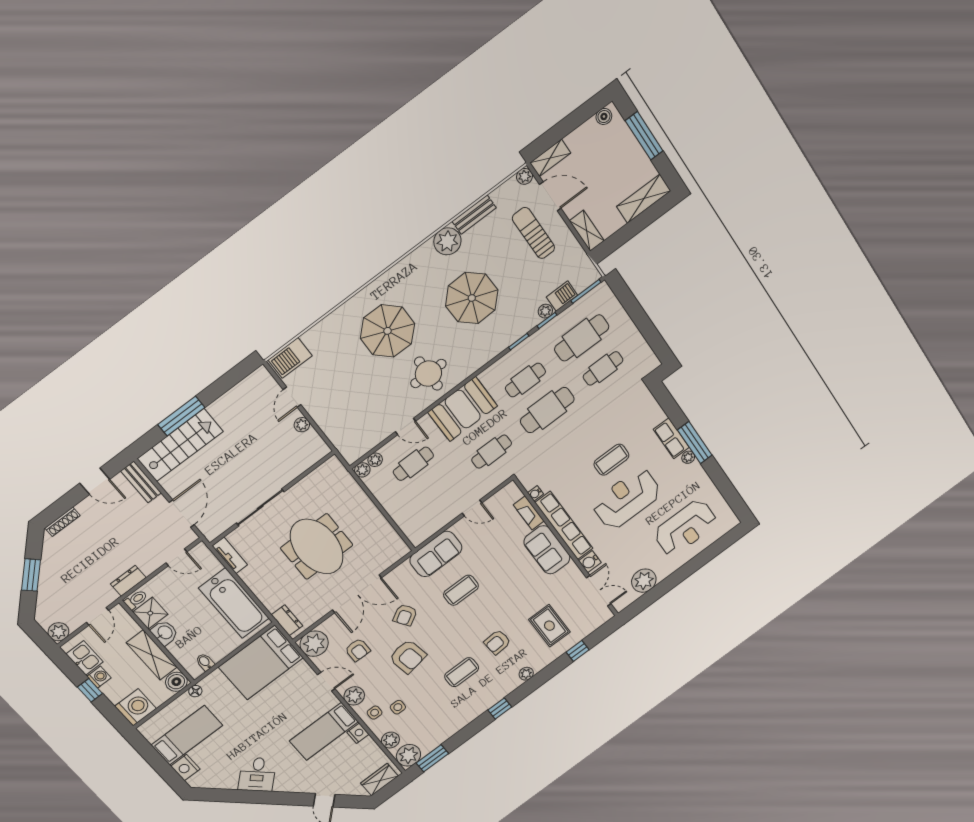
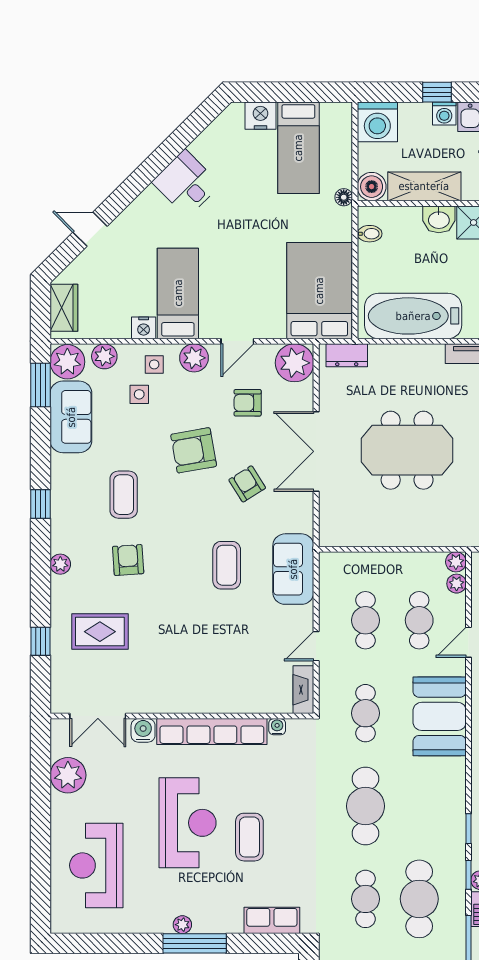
cafe table: (525, 380) -> (365, 620), moved
row of seats: (671, 438) -> (272, 920), moved
fireplace: (529, 513) -> (303, 690), moved, turned -90
sofa: (547, 550) -> (71, 417), moved, turned 90

